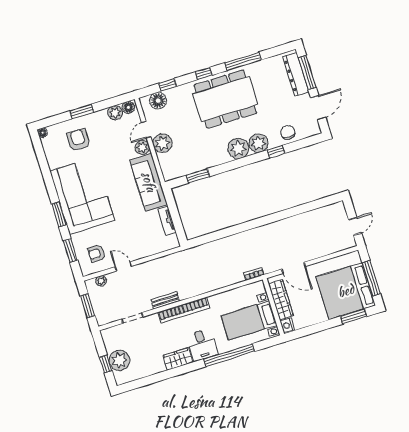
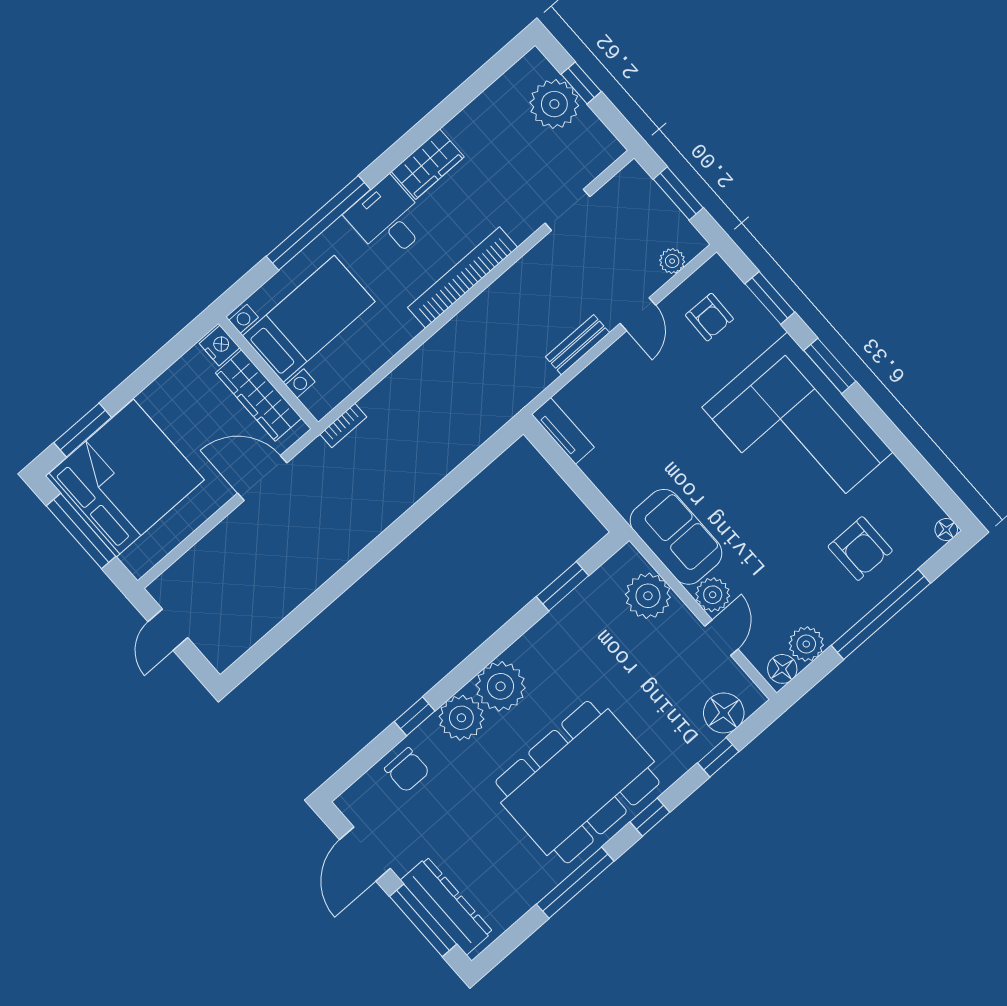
window: (82, 112) -> (881, 614), width x2.11
plant: (162, 143) -> (648, 596), moved
sofa: (149, 182) -> (676, 537), width x0.73
tv unit: (167, 221) -> (563, 431), moved
armchair: (97, 253) -> (709, 317), turned 91
door: (123, 266) -> (638, 314), hinge flipped
bench: (165, 300) -> (578, 345), moved

